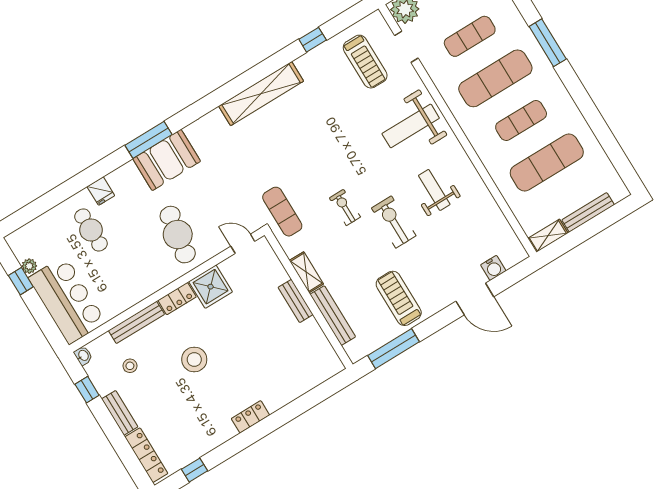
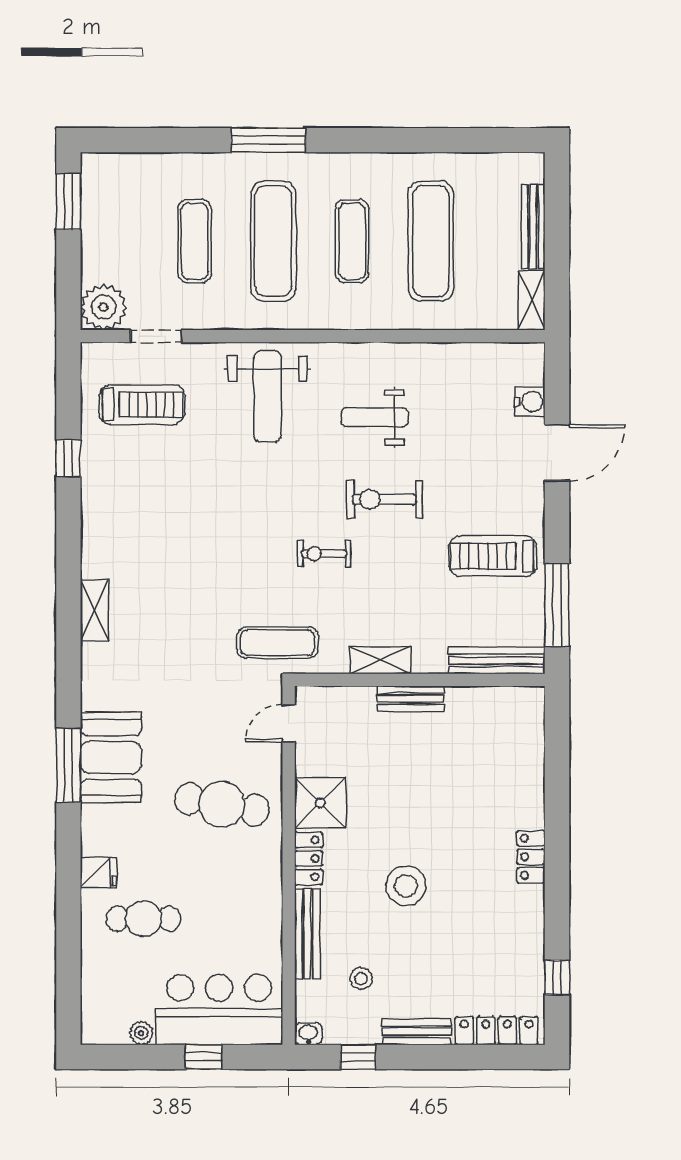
shelving: (261, 94) -> (94, 611), width x0.45, depth x0.75
window: (21, 281) -> (204, 1057), moved
bench: (333, 316) -> (497, 660), moved

